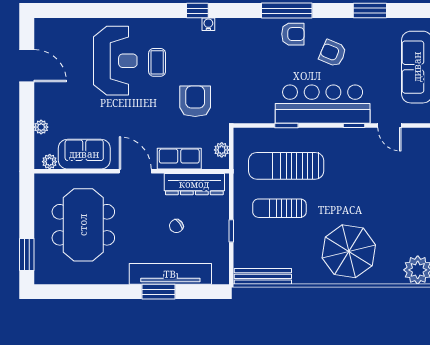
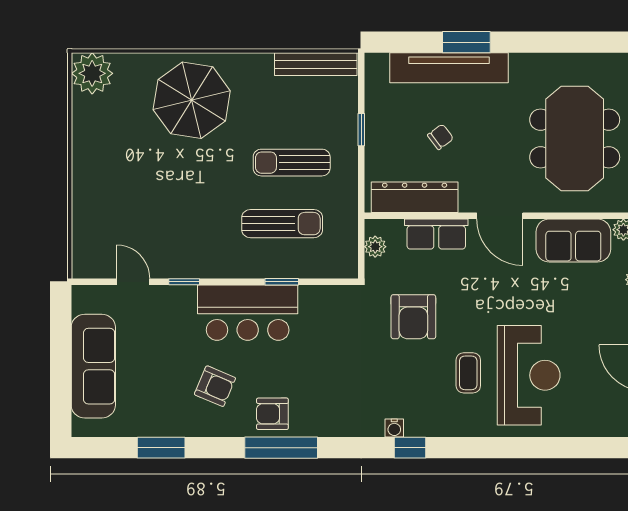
reception desk: (115, 61) -> (529, 375), turned 180
bar counter: (323, 104) -> (248, 313), width x0.73
sun lounger: (286, 166) -> (282, 224), width x0.73, depth x0.75
sun lounger: (279, 208) -> (292, 163), turned 180

